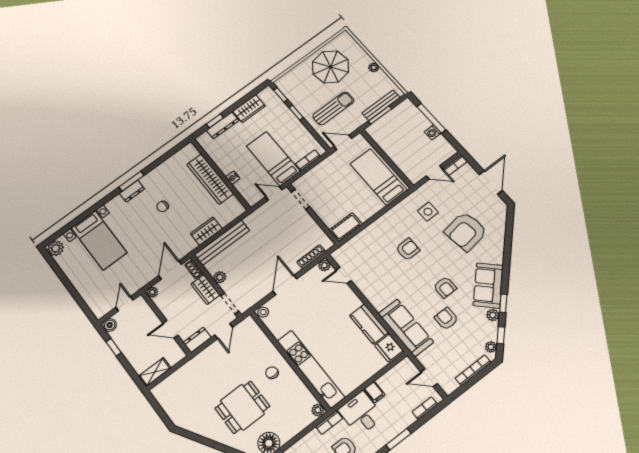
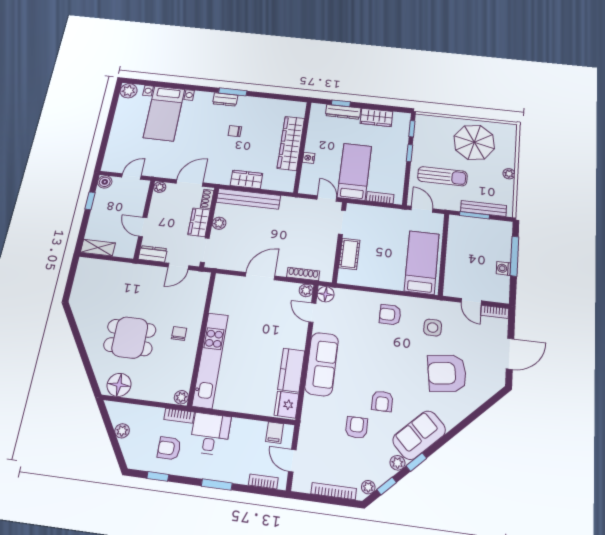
cot: (346, 227) -> (349, 254), moved, turned 90
armchair: (408, 249) -> (390, 315), moved, turned 180
floor lamp: (339, 256) -> (326, 294), added
stool: (263, 312) -> (222, 281), removed
sofa: (406, 328) -> (322, 364), moved
filing cabinet: (375, 392) -> (275, 433), moved

